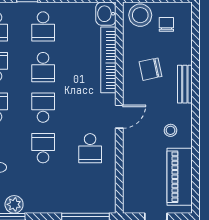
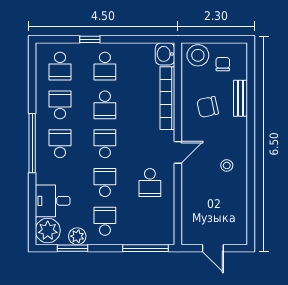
bench: (185, 84) -> (240, 98), moved
piano: (180, 177) -> (235, 210), removed
school desk: (43, 189) -> (105, 221), added

